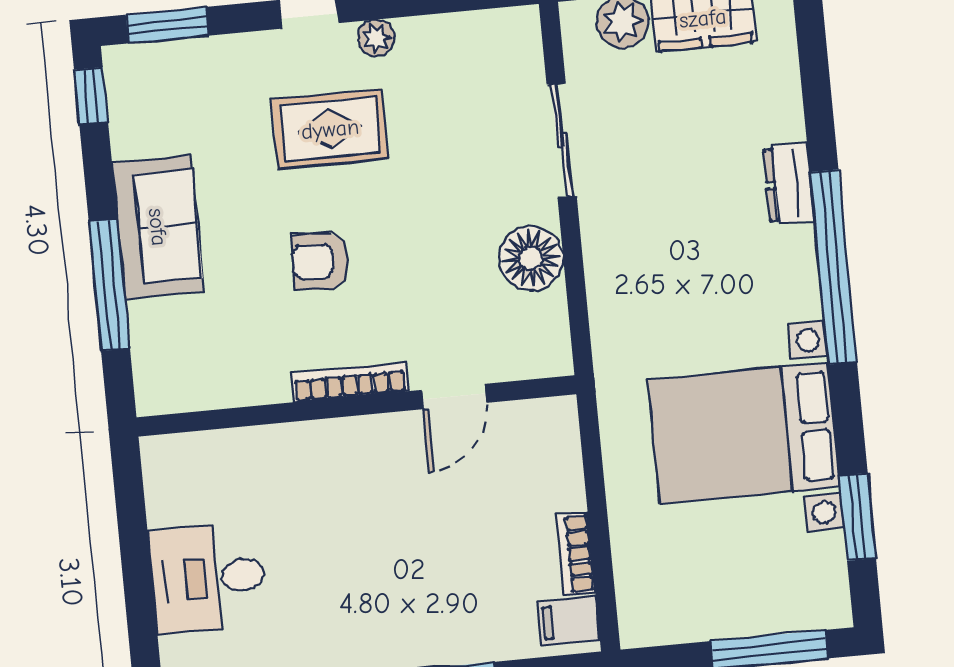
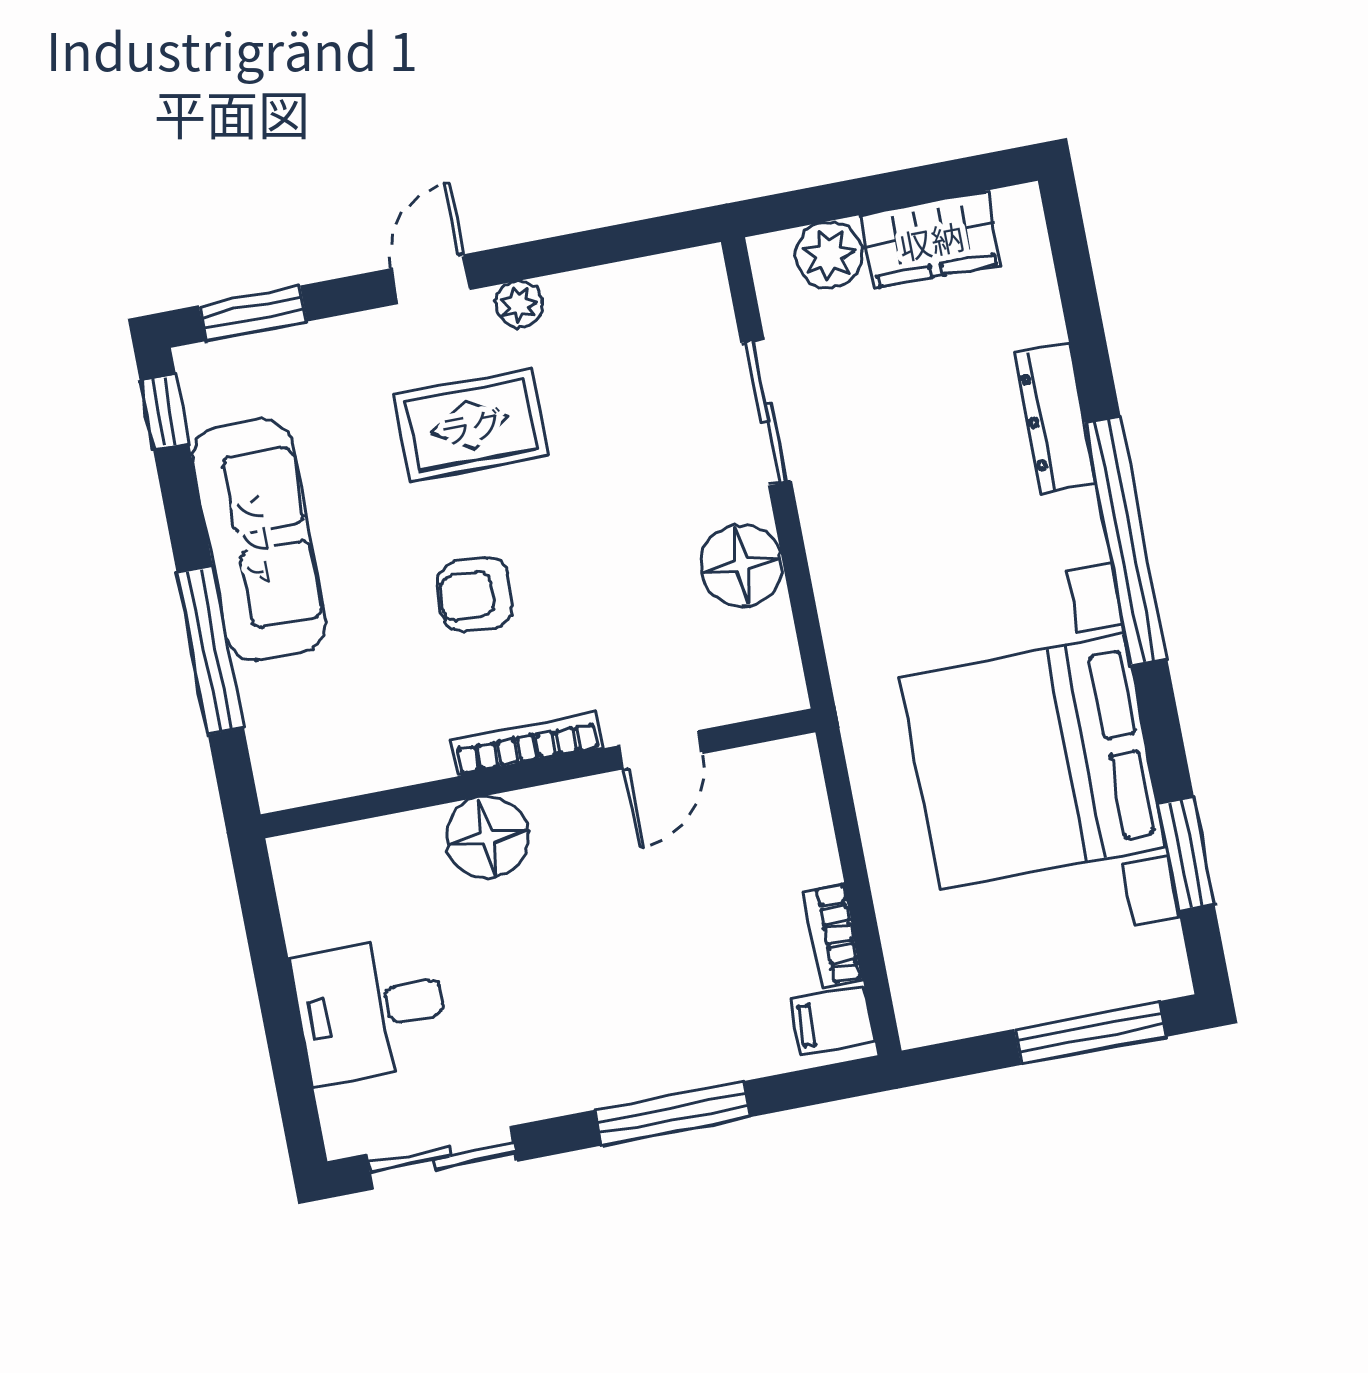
dresser: (789, 184) -> (1055, 418), width x1.44
sofa: (158, 227) -> (259, 540), width x1.36
bed with nightstands: (744, 433) -> (1032, 761), width x1.36
floor lamp: (312, 452) -> (487, 837), added

